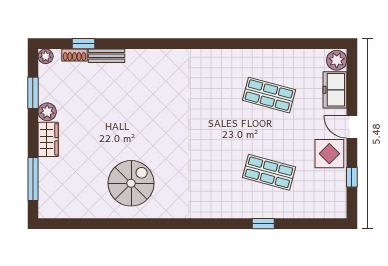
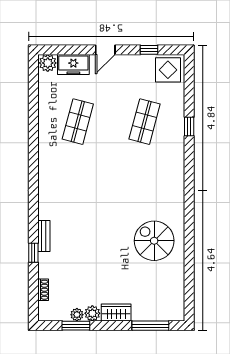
window: (84, 44) -> (33, 253), moved
plant: (46, 56) -> (77, 315), moved
bench: (107, 56) -> (44, 236), moved
display table: (329, 154) -> (168, 70), moved

